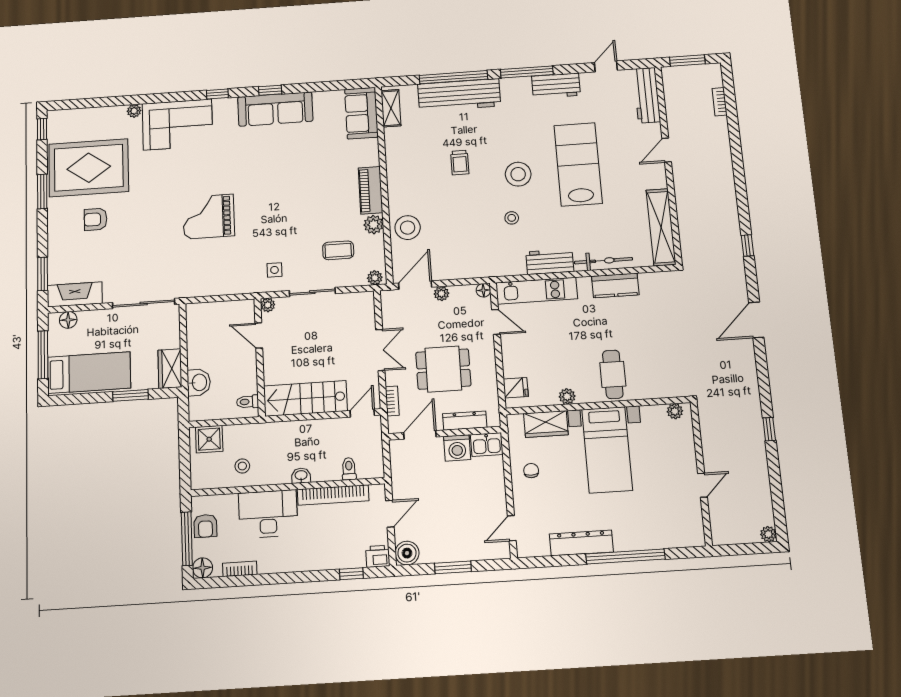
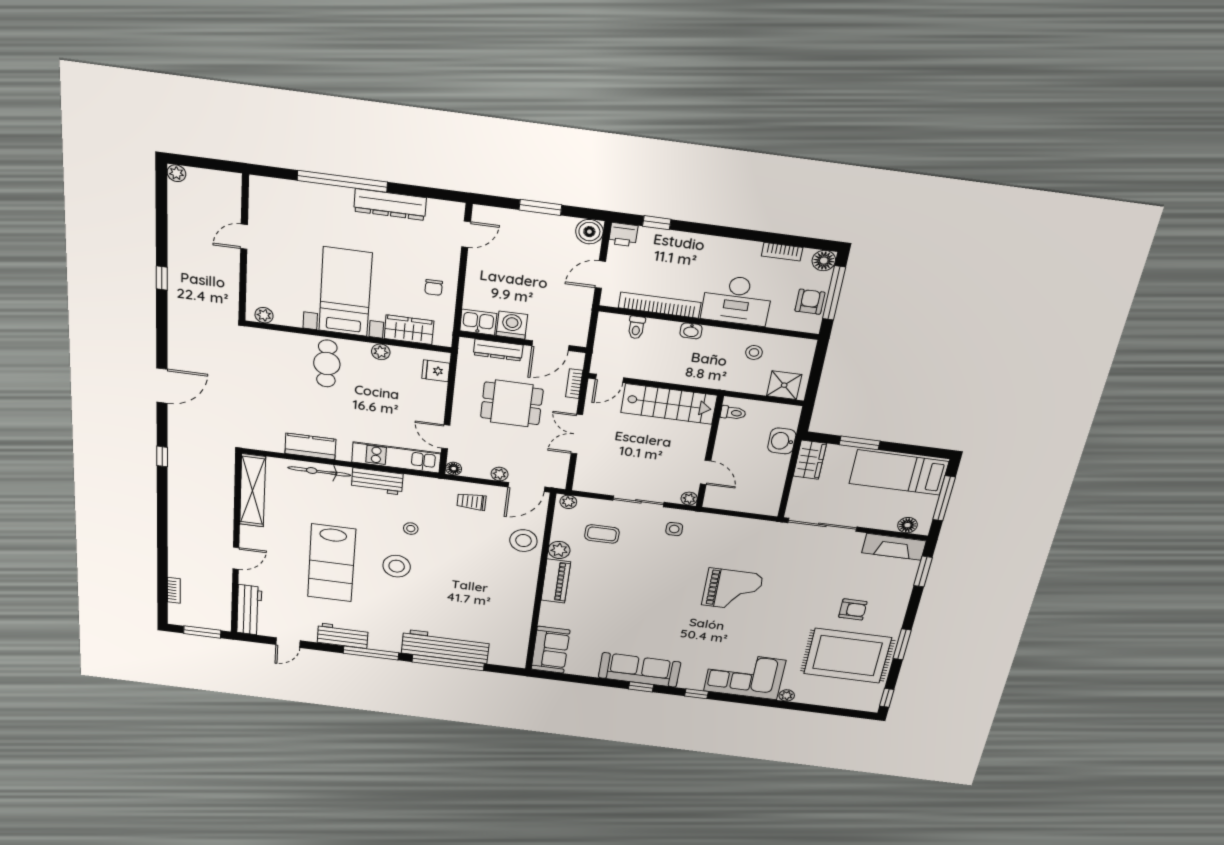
shelving: (391, 108) -> (519, 648), removed
trolley: (460, 163) -> (471, 502), moved, turned -90

